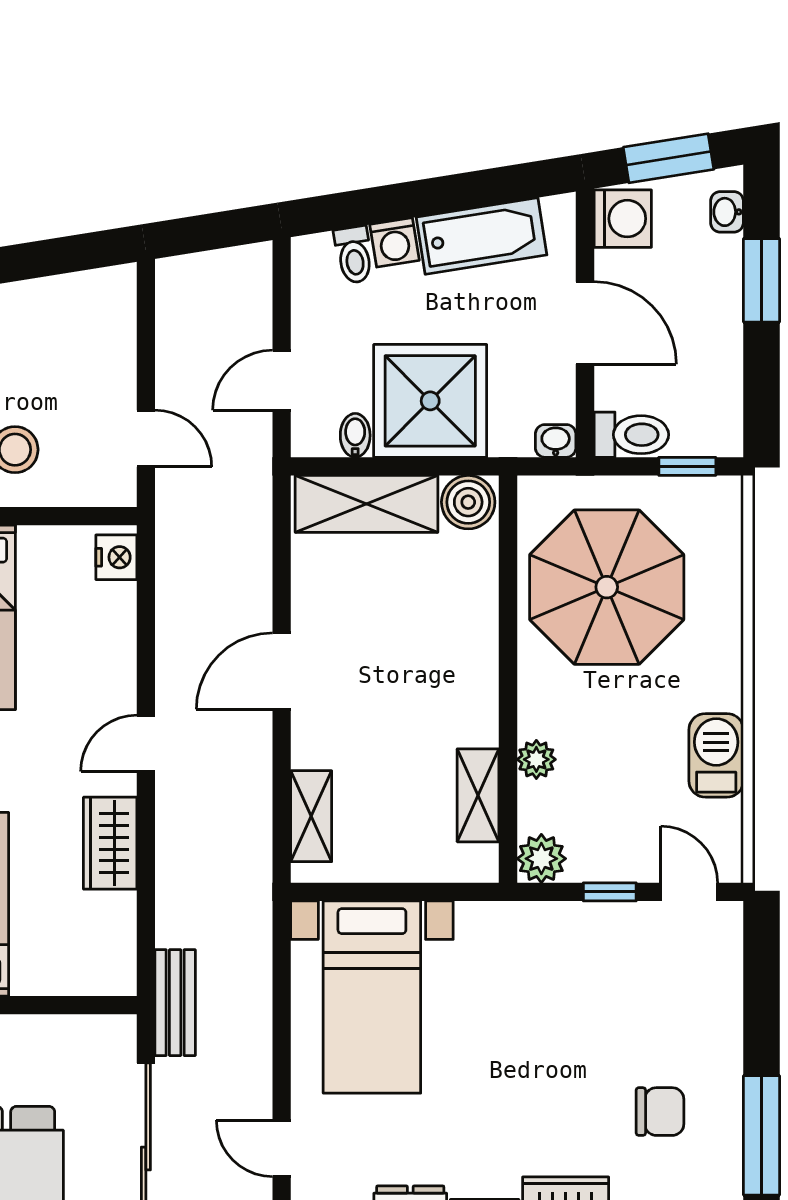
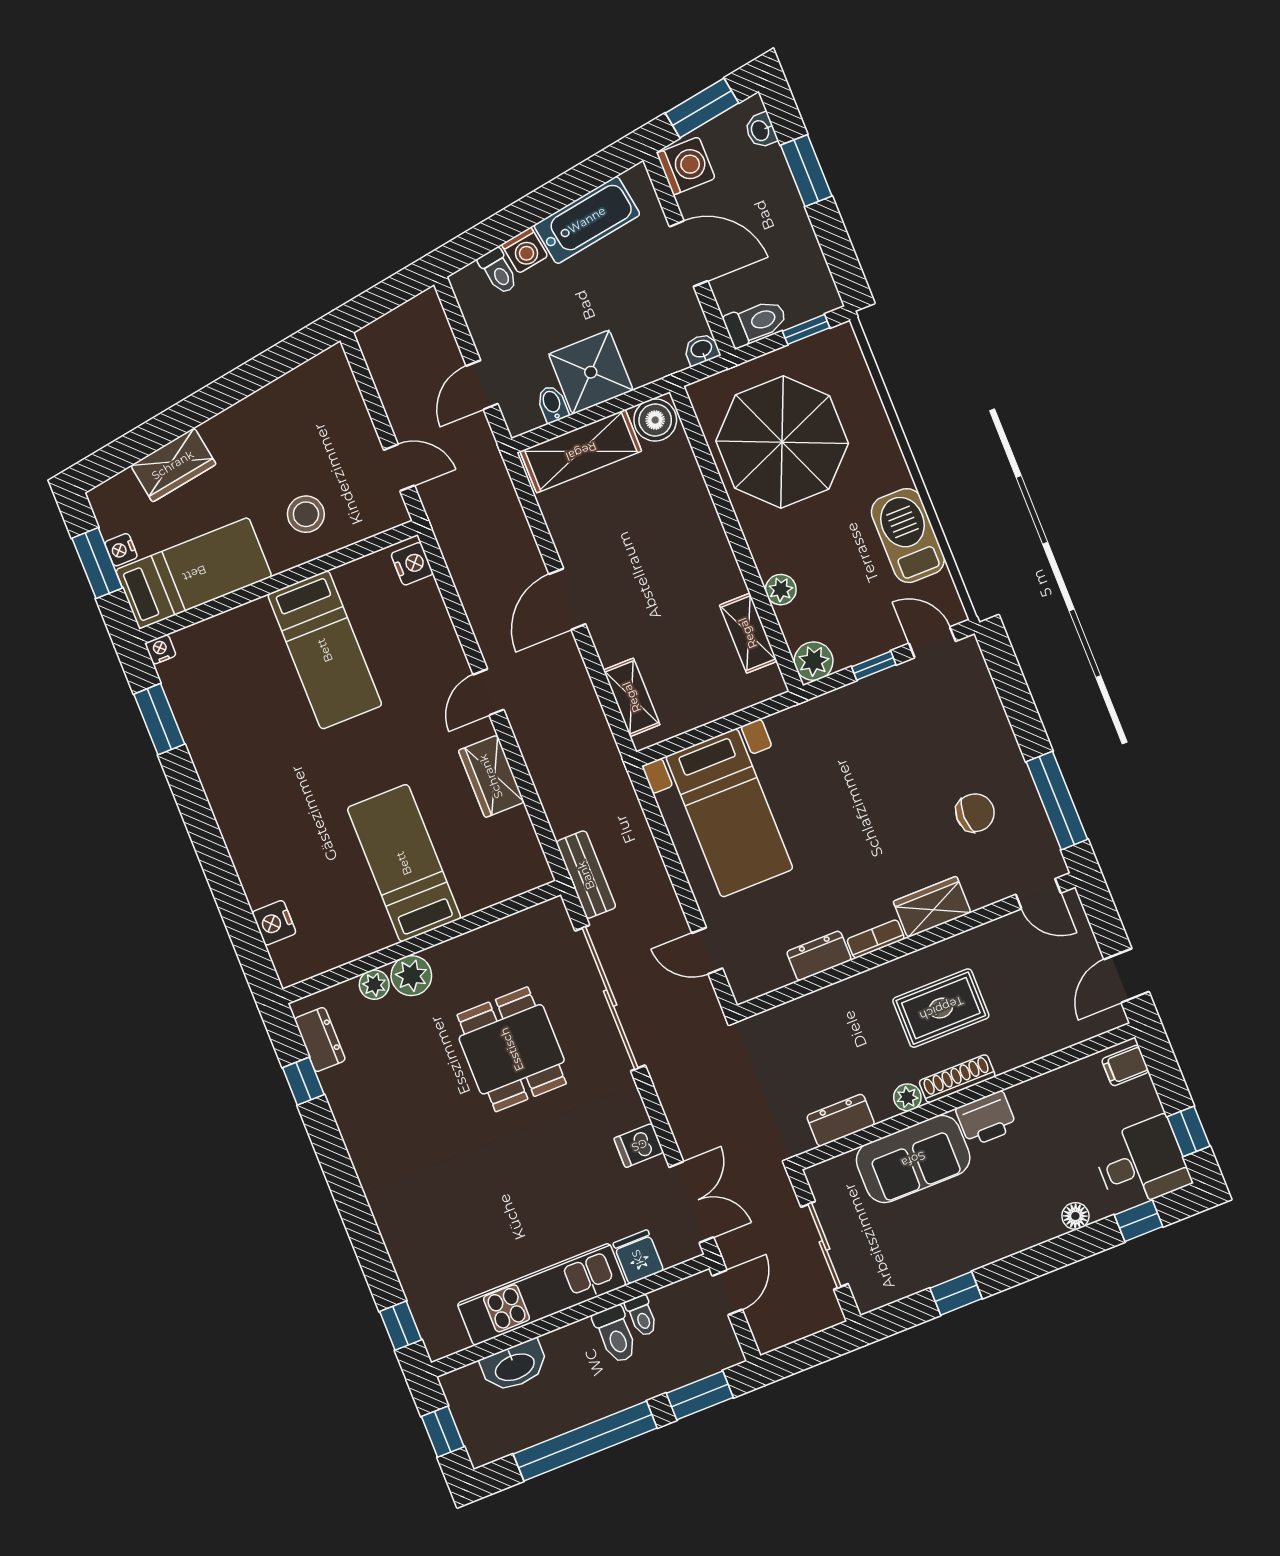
shower: (430, 401) -> (591, 372), width x0.73, depth x0.73
barbecue: (716, 755) -> (908, 536), width x1.37, depth x1.21

